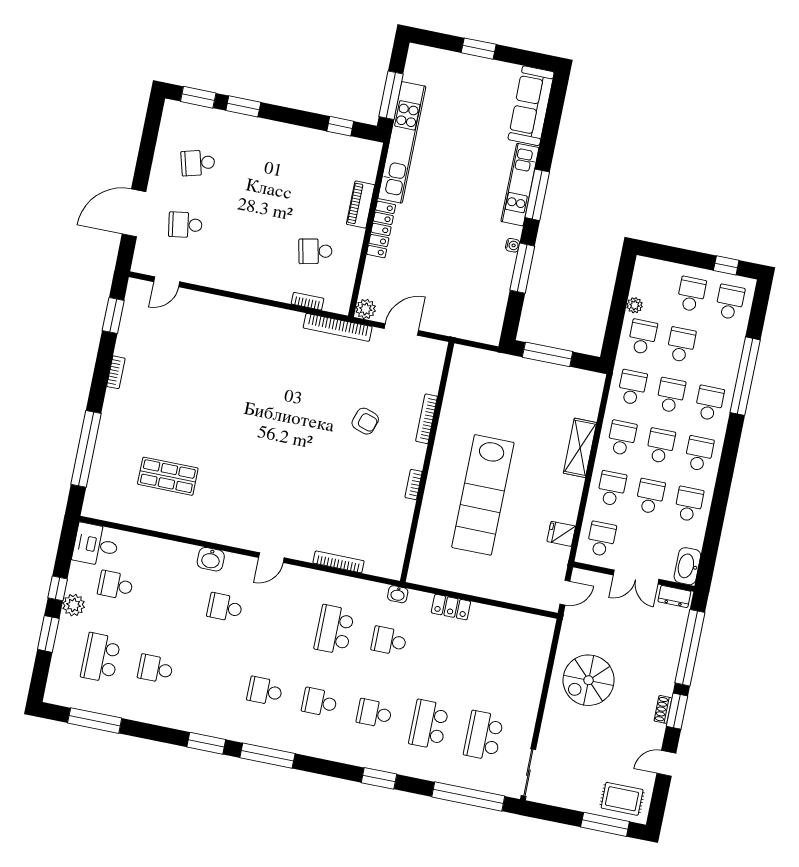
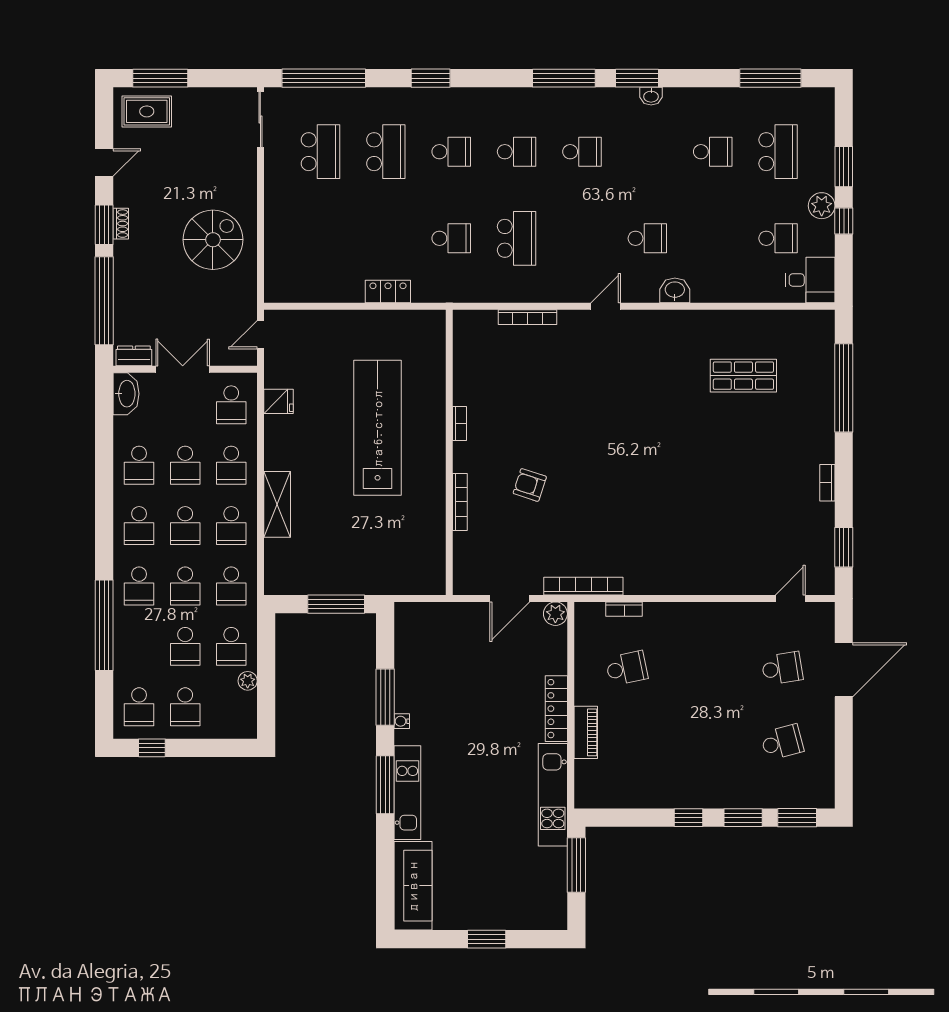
window: (340, 126) -> (689, 818), moved
kitchen unit: (402, 142) -> (553, 795), width x0.73
washbasin: (398, 594) -> (651, 96), moved, turned 180

